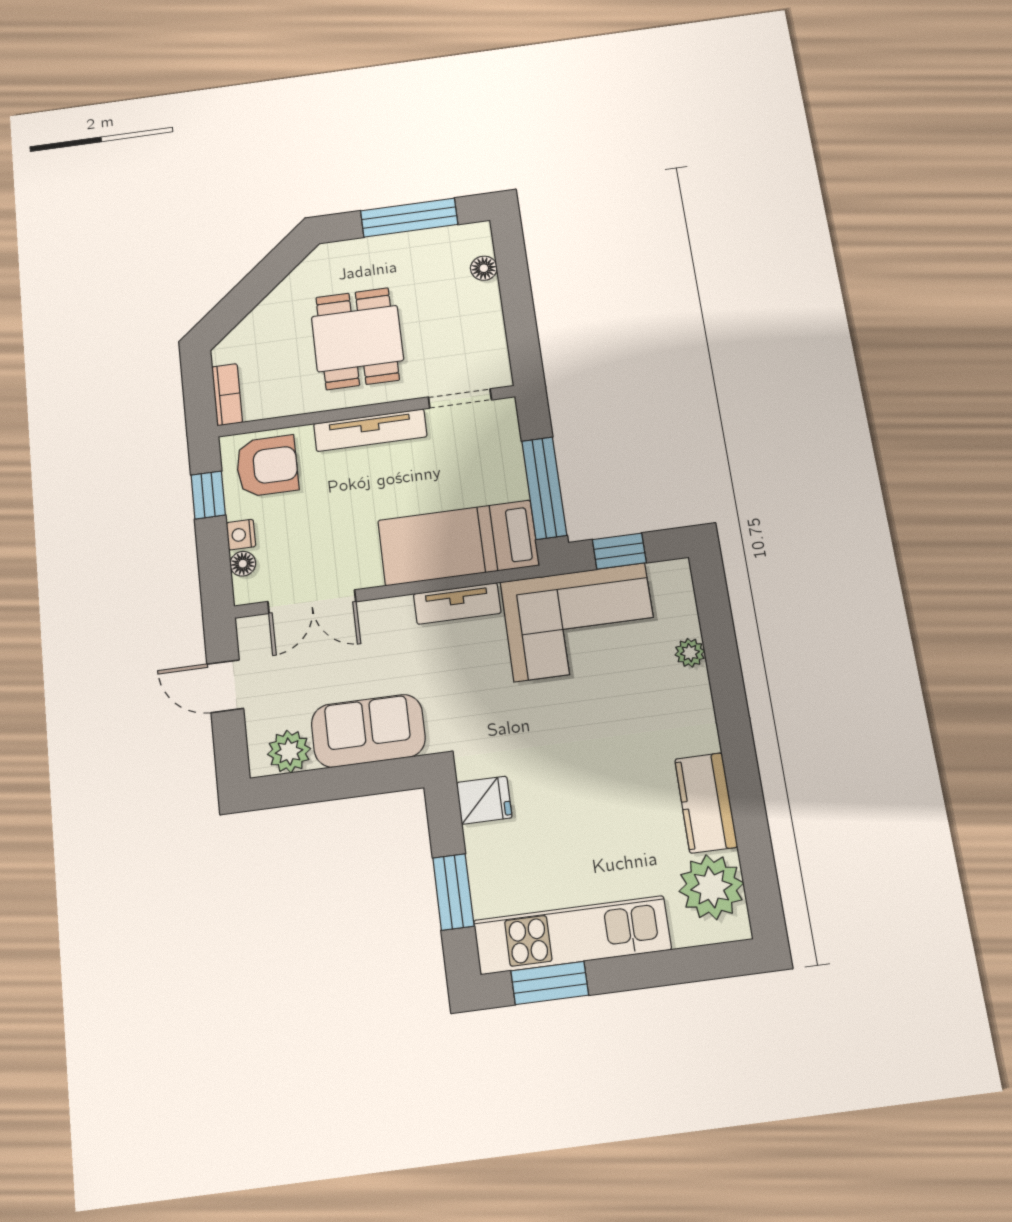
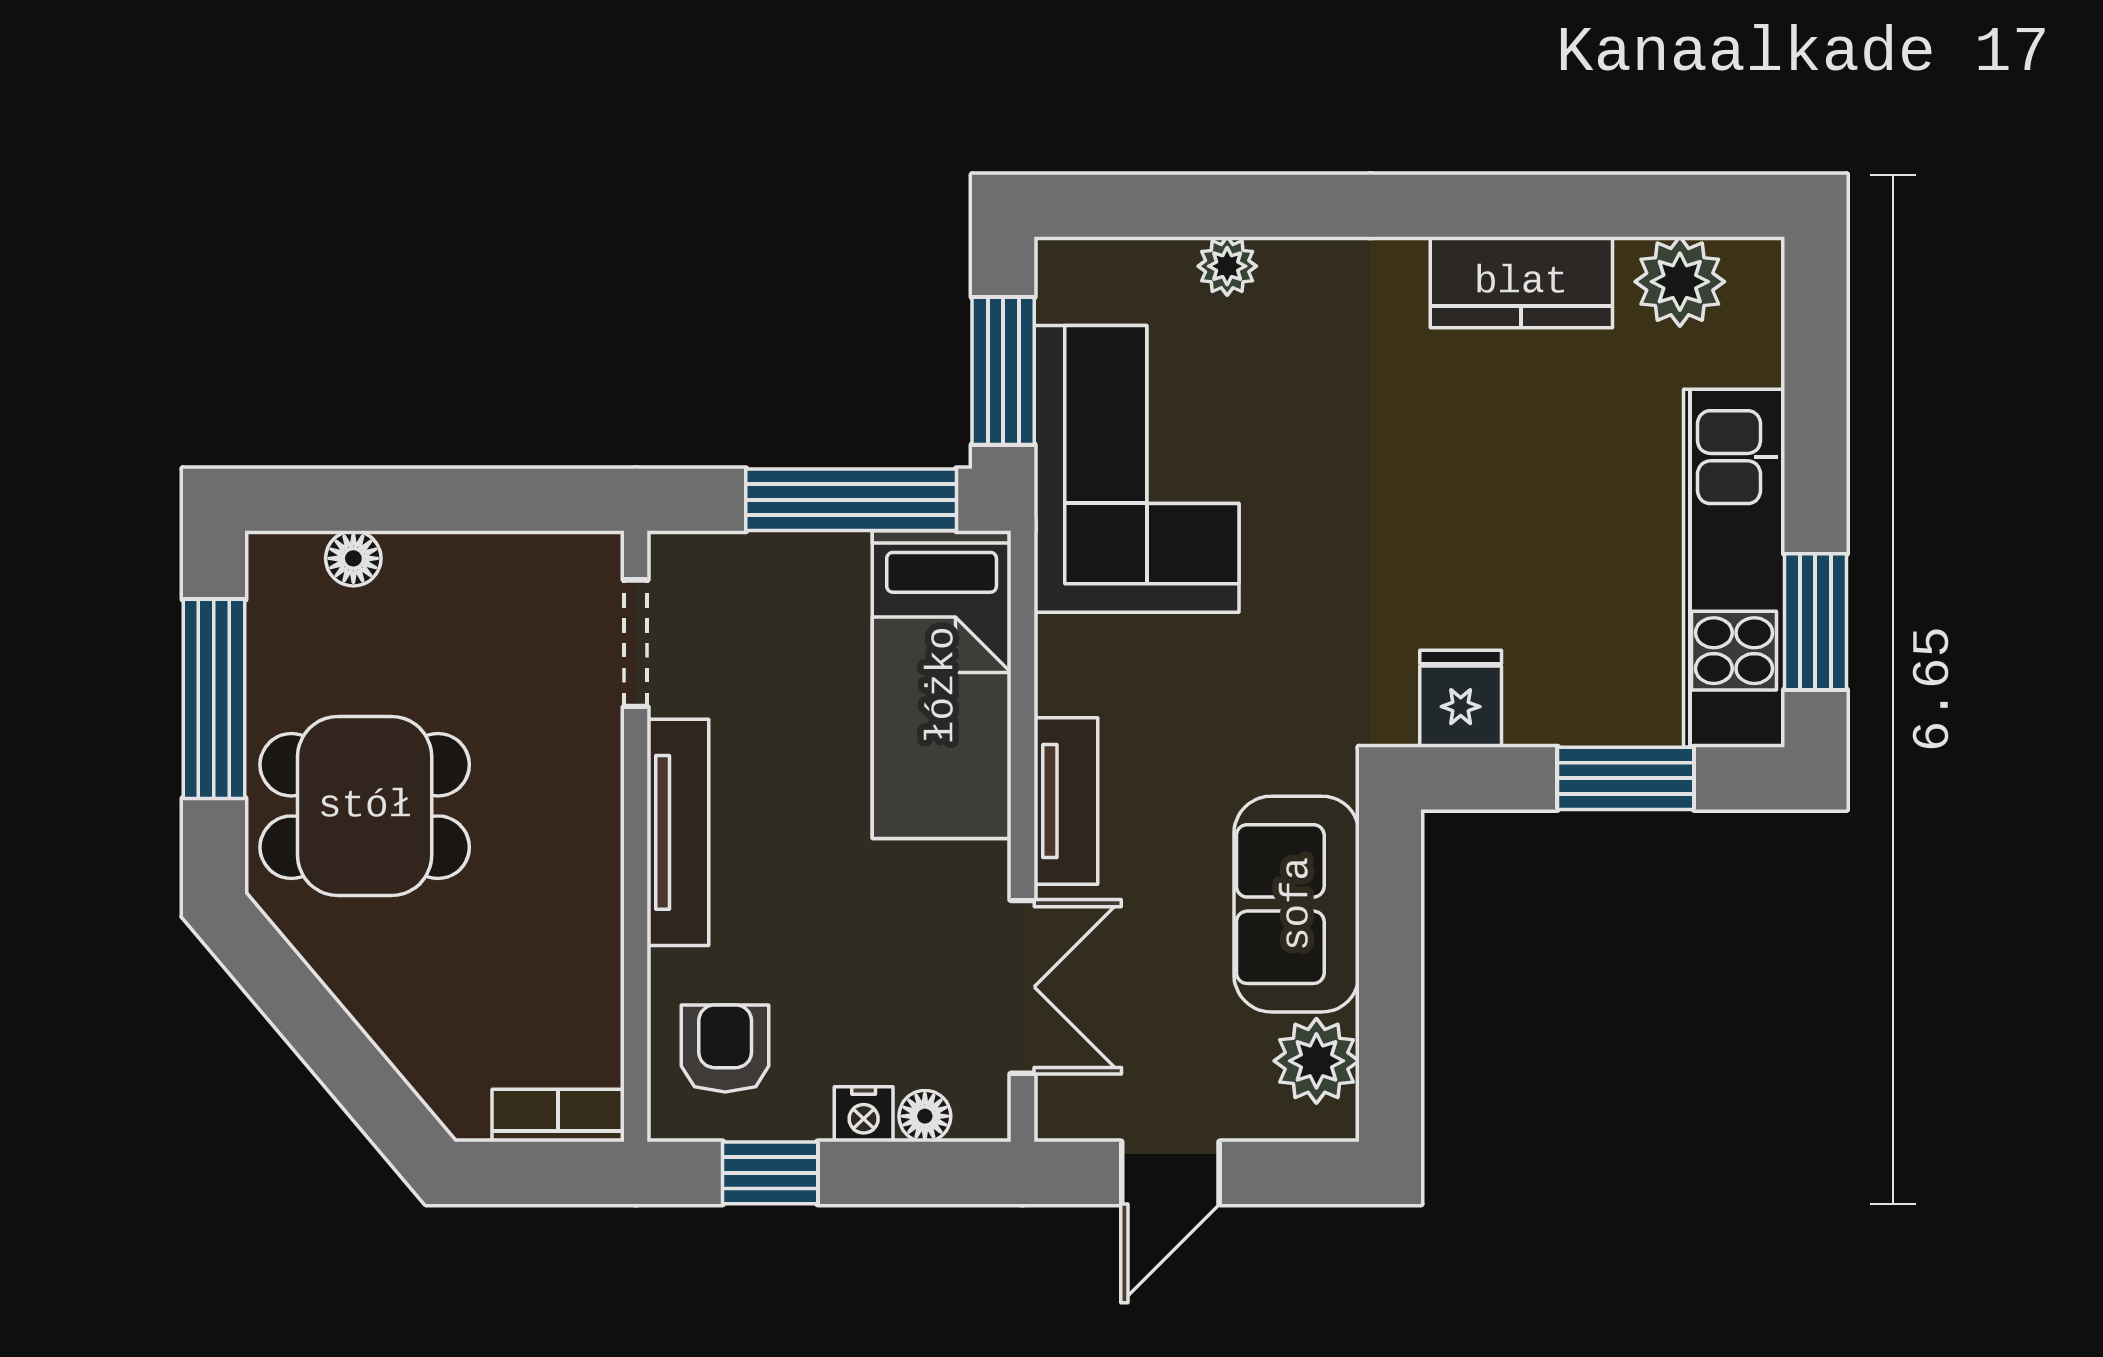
dining table: (357, 339) -> (365, 806), moved
armchair: (267, 466) -> (725, 1049), width x0.72, depth x0.72
window: (619, 551) -> (1003, 371), width x1.50
tv unit: (457, 603) -> (1066, 801), moved
plant: (711, 887) -> (1680, 282), width x0.73, depth x0.73

